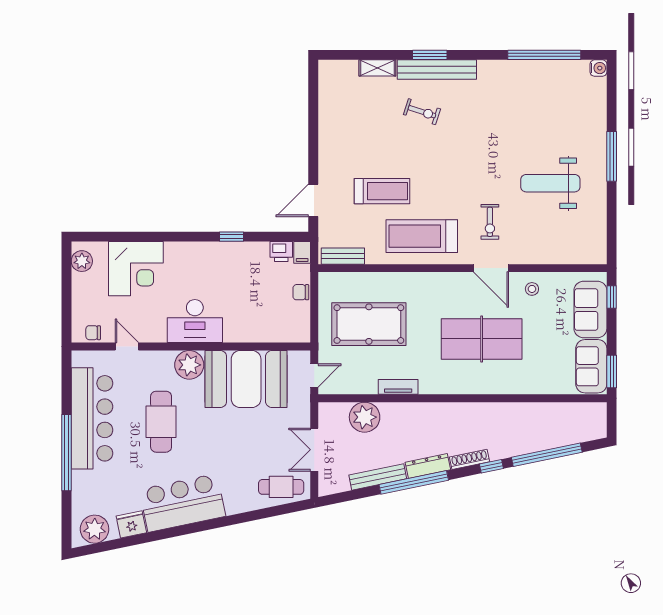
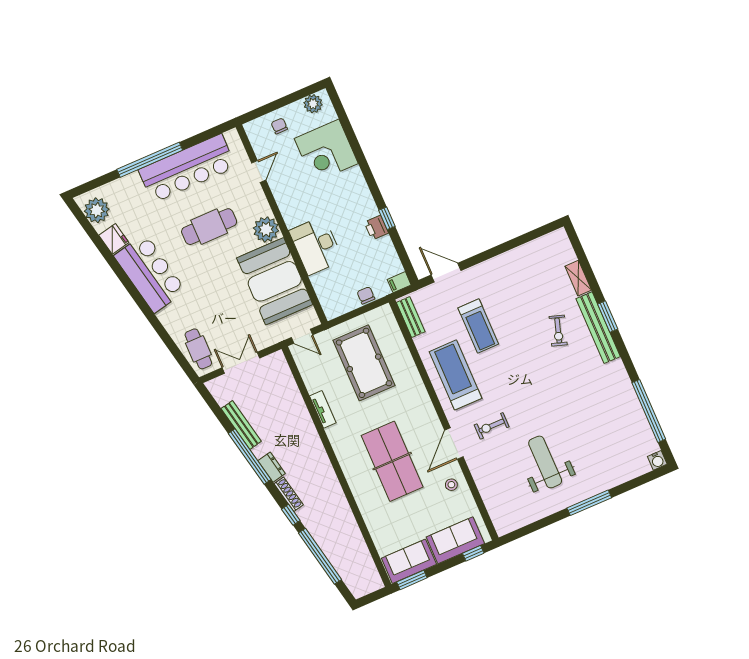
printer: (281, 251) -> (376, 228), moved
desk: (195, 321) -> (316, 246), moved
chair: (93, 333) -> (279, 126), moved
plant: (365, 417) -> (286, 393), removed
dresser: (428, 466) -> (272, 467), width x0.70

